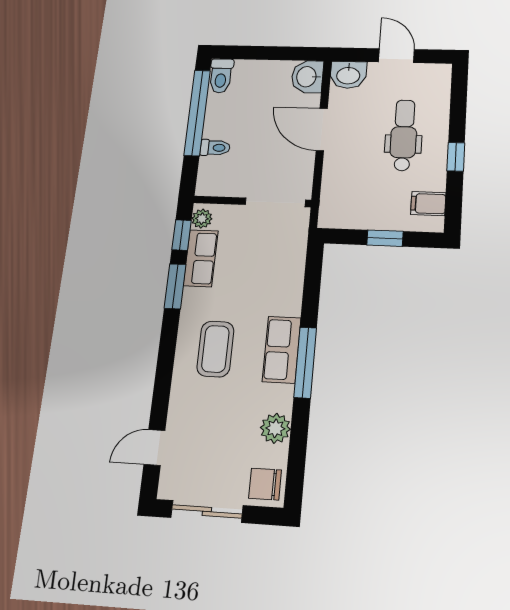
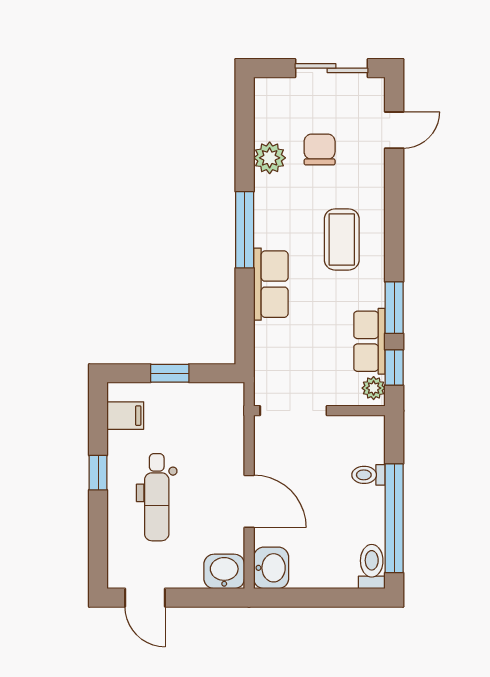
door: (396, 56) -> (145, 598), moved
row of seats: (282, 350) -> (271, 284), moved
chair: (265, 484) -> (320, 149), moved, turned -90

